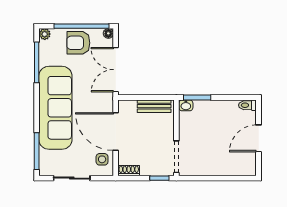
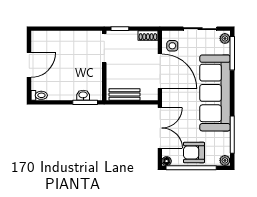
armchair: (78, 43) -> (194, 152), turned 180
washbasin: (186, 105) -> (83, 95), moved
plant: (45, 167) -> (225, 38), added

